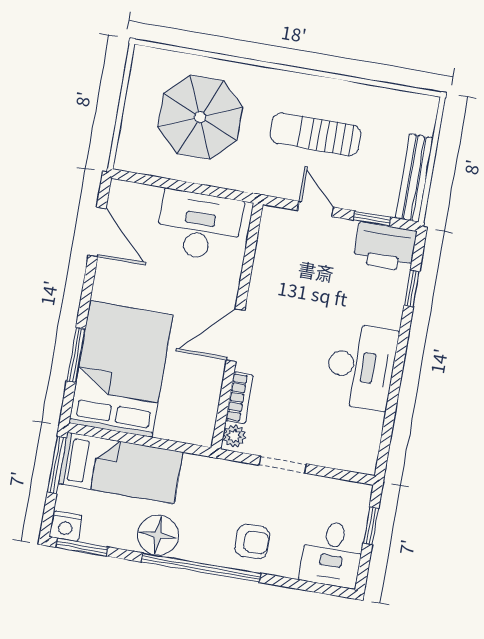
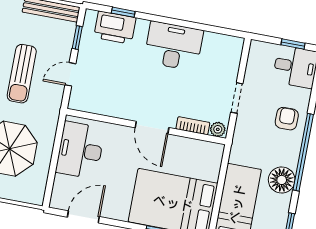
printer: (385, 247) -> (115, 28), moved, turned 90
window: (371, 526) -> (293, 44), moved

